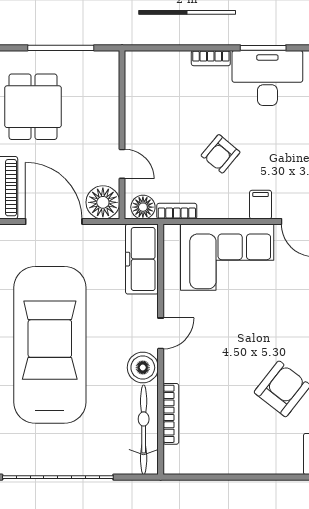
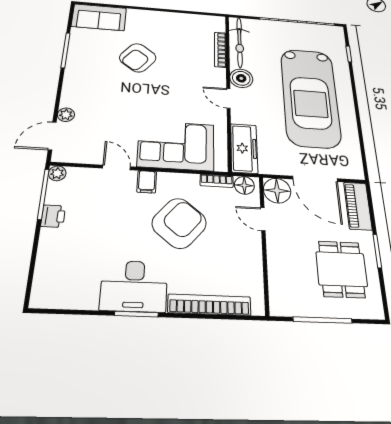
bookcase: (211, 58) -> (209, 305), width x2.31, depth x1.31
armchair: (221, 154) -> (179, 223), width x1.88, depth x1.88
door: (161, 333) -> (228, 98), hinge flipped

